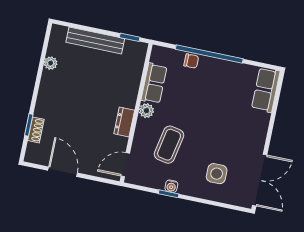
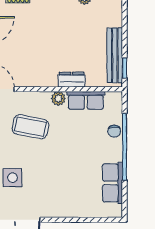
bench: (95, 40) -> (115, 55), moved
row of seats: (266, 90) -> (113, 183), moved, turned -90
dresser: (124, 122) -> (72, 80), moved

